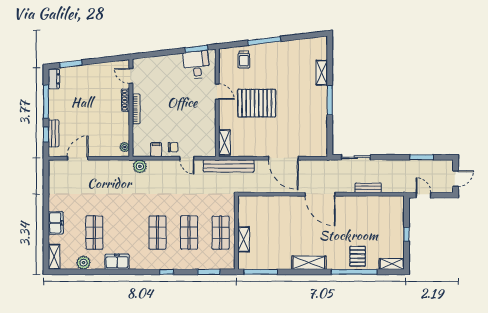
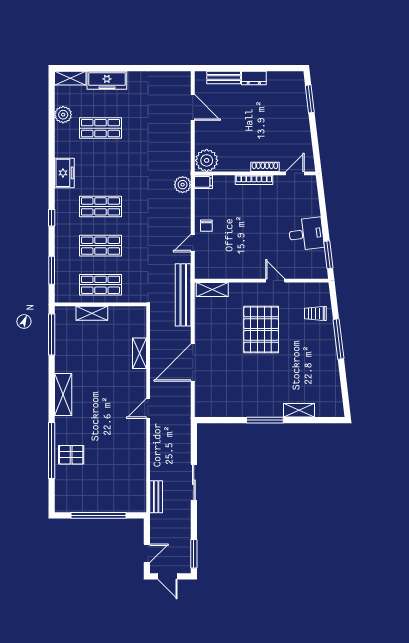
desk: (197, 65) -> (306, 234), moved
dresser: (54, 79) -> (254, 78), moved
door: (217, 92) -> (275, 281), swing flipped
window: (46, 102) -> (263, 68), removed
window: (46, 135) -> (222, 68), removed
plant: (125, 147) -> (207, 160), width x1.88, depth x1.88
filing cabinet: (156, 150) -> (203, 182), moved
sliding door: (356, 157) -> (194, 482), moved
window: (422, 157) -> (194, 554), moved
bench: (368, 188) -> (156, 497), moved
door: (320, 194) -> (148, 408), width x0.53
door: (423, 195) -> (147, 553), moved
freezer: (56, 223) -> (107, 80), width x1.40
window: (406, 234) -> (98, 515), width x3.17
freezer: (117, 262) -> (64, 173), moved
shelving: (392, 264) -> (139, 353), moved

